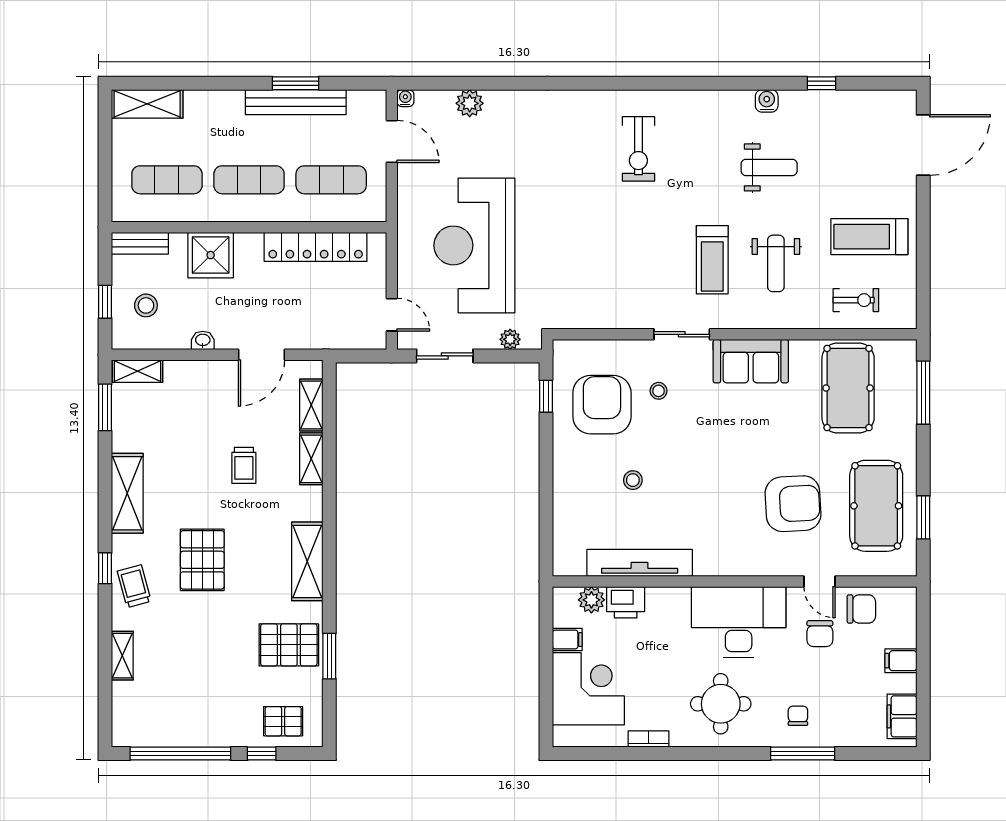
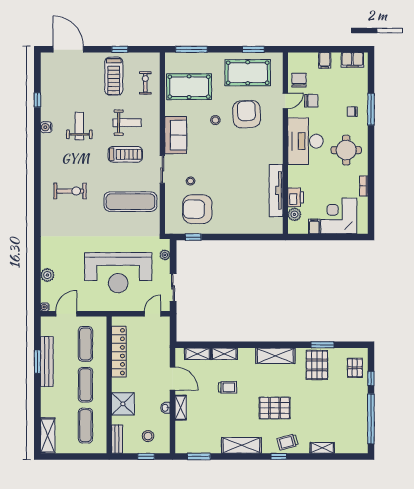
window: (923, 249) -> (120, 49), added
exercise mat: (617, 270) -> (130, 202), added
shelving: (138, 371) -> (181, 408), moved
stool: (633, 480) -> (215, 120), moved

